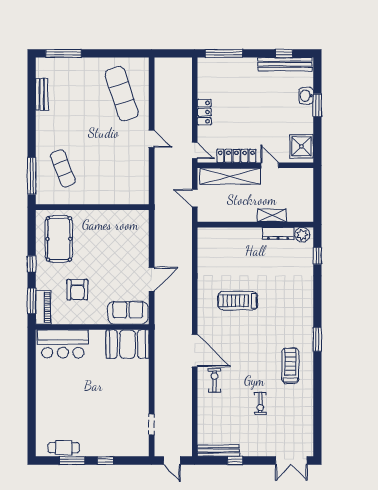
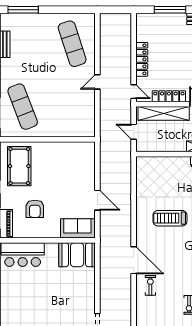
window: (224, 53) -> (170, 10), moved
locker: (204, 112) -> (142, 59), width x1.53
door: (152, 139) -> (97, 82), swing flipped
exercise mat: (63, 168) -> (23, 107), width x1.36, depth x1.45
door: (152, 279) -> (97, 200), hinge flipped

